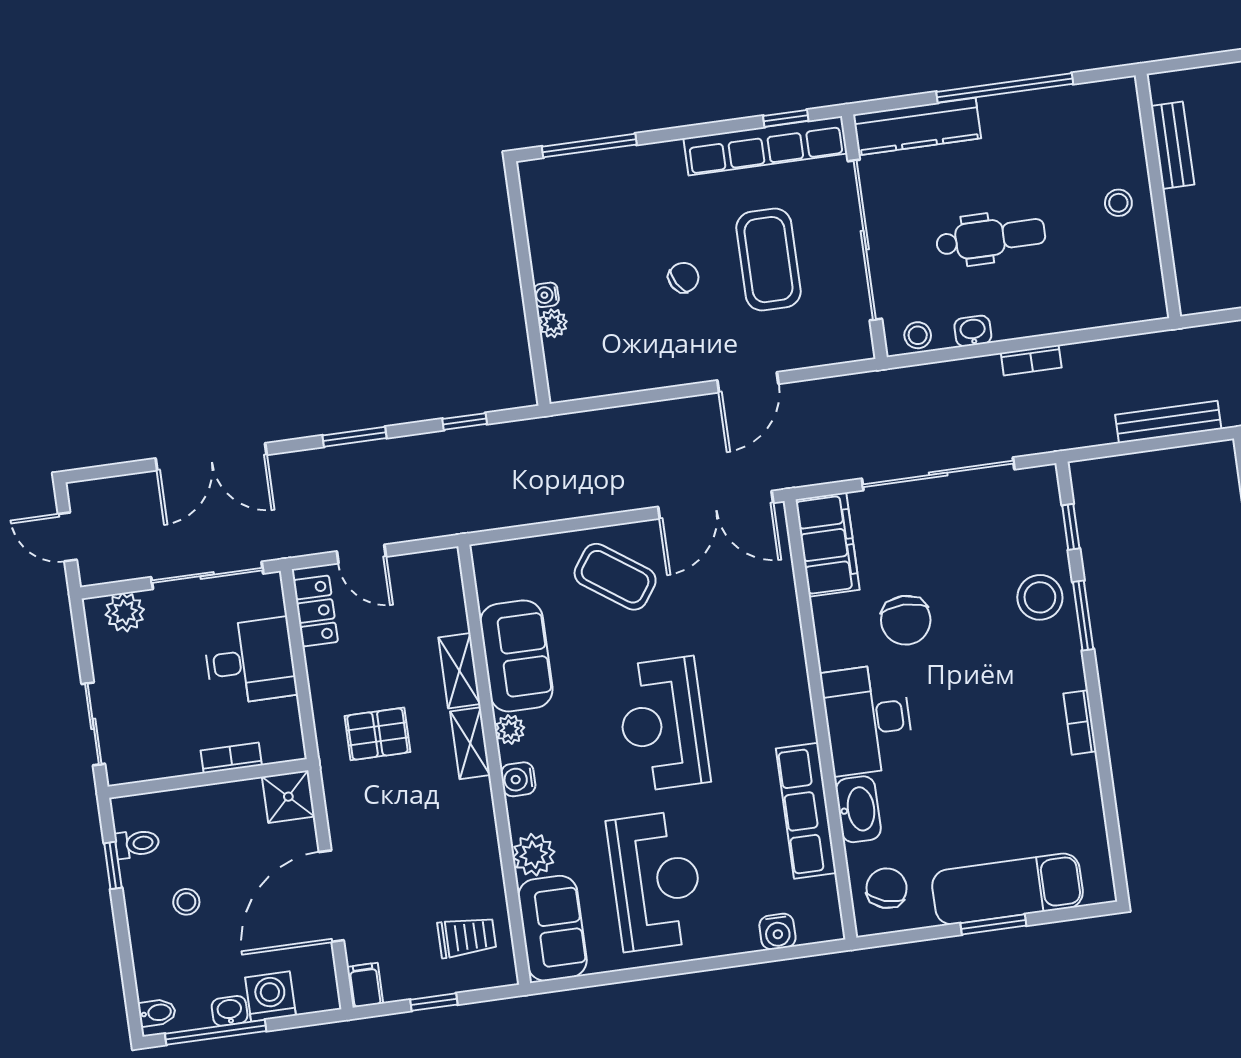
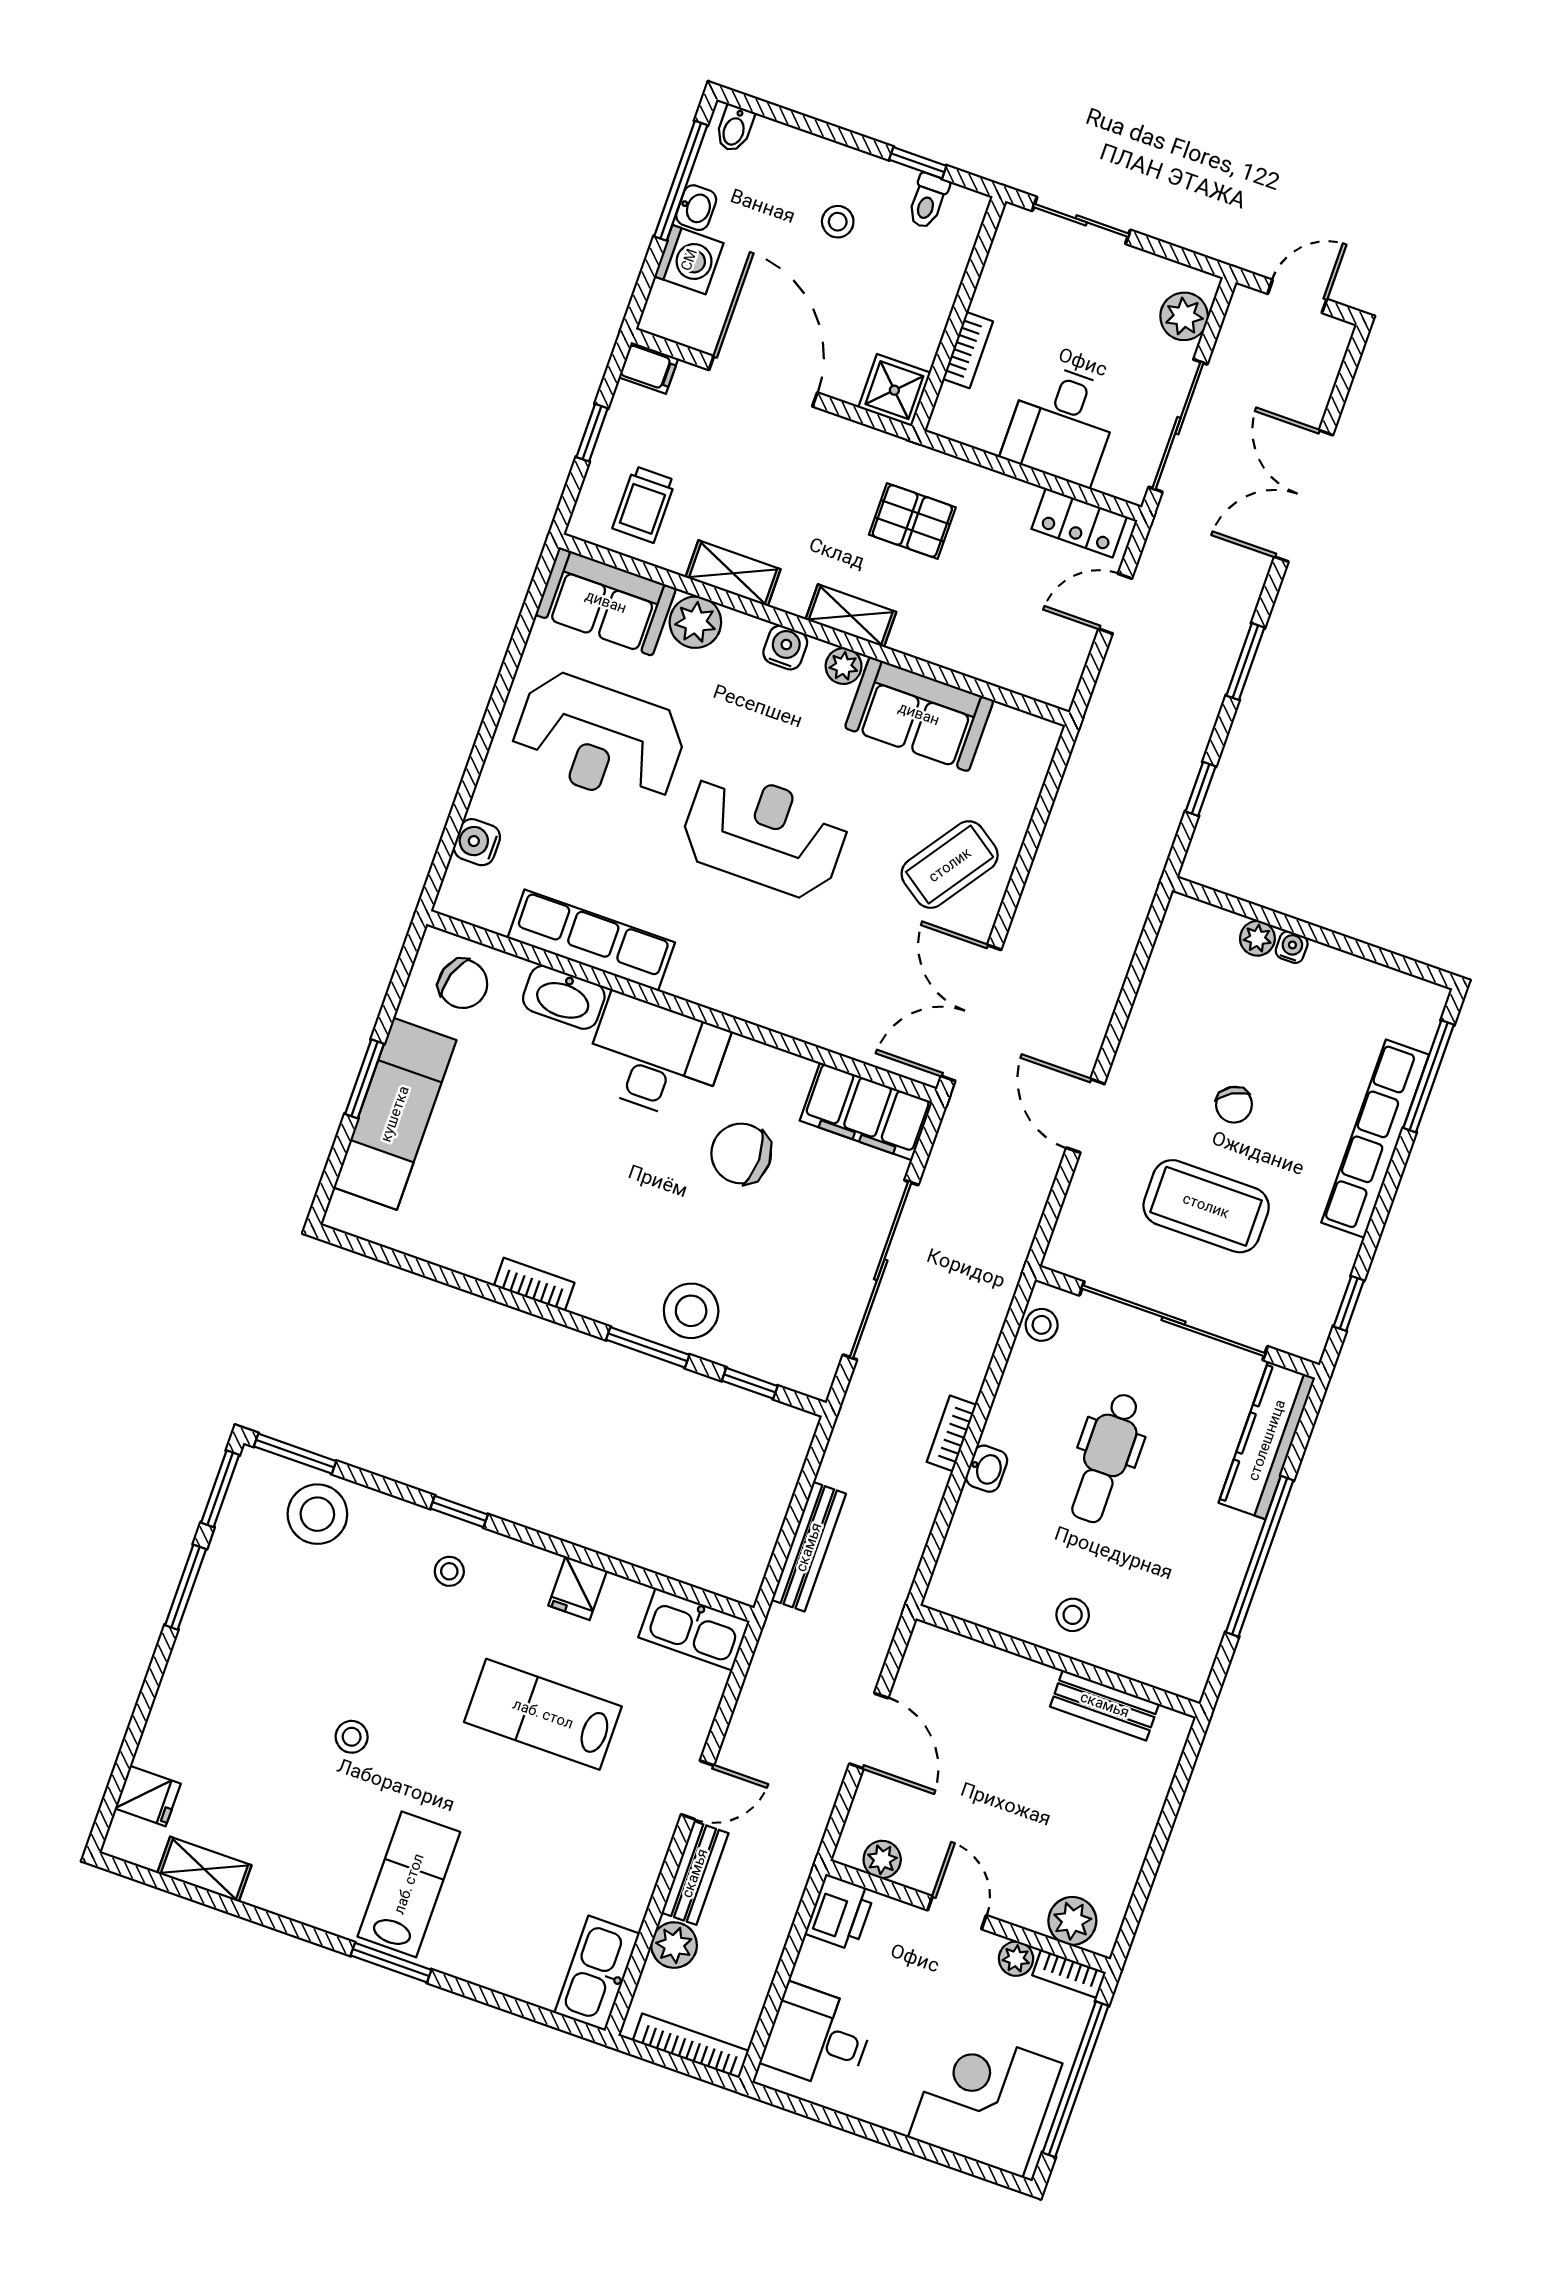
row of seats: (765, 146) -> (1375, 1139), moved
washbasin: (973, 331) -> (987, 1469), moved
shelving: (459, 671) -> (733, 573), moved
pallet: (377, 734) -> (912, 521), turned 90

